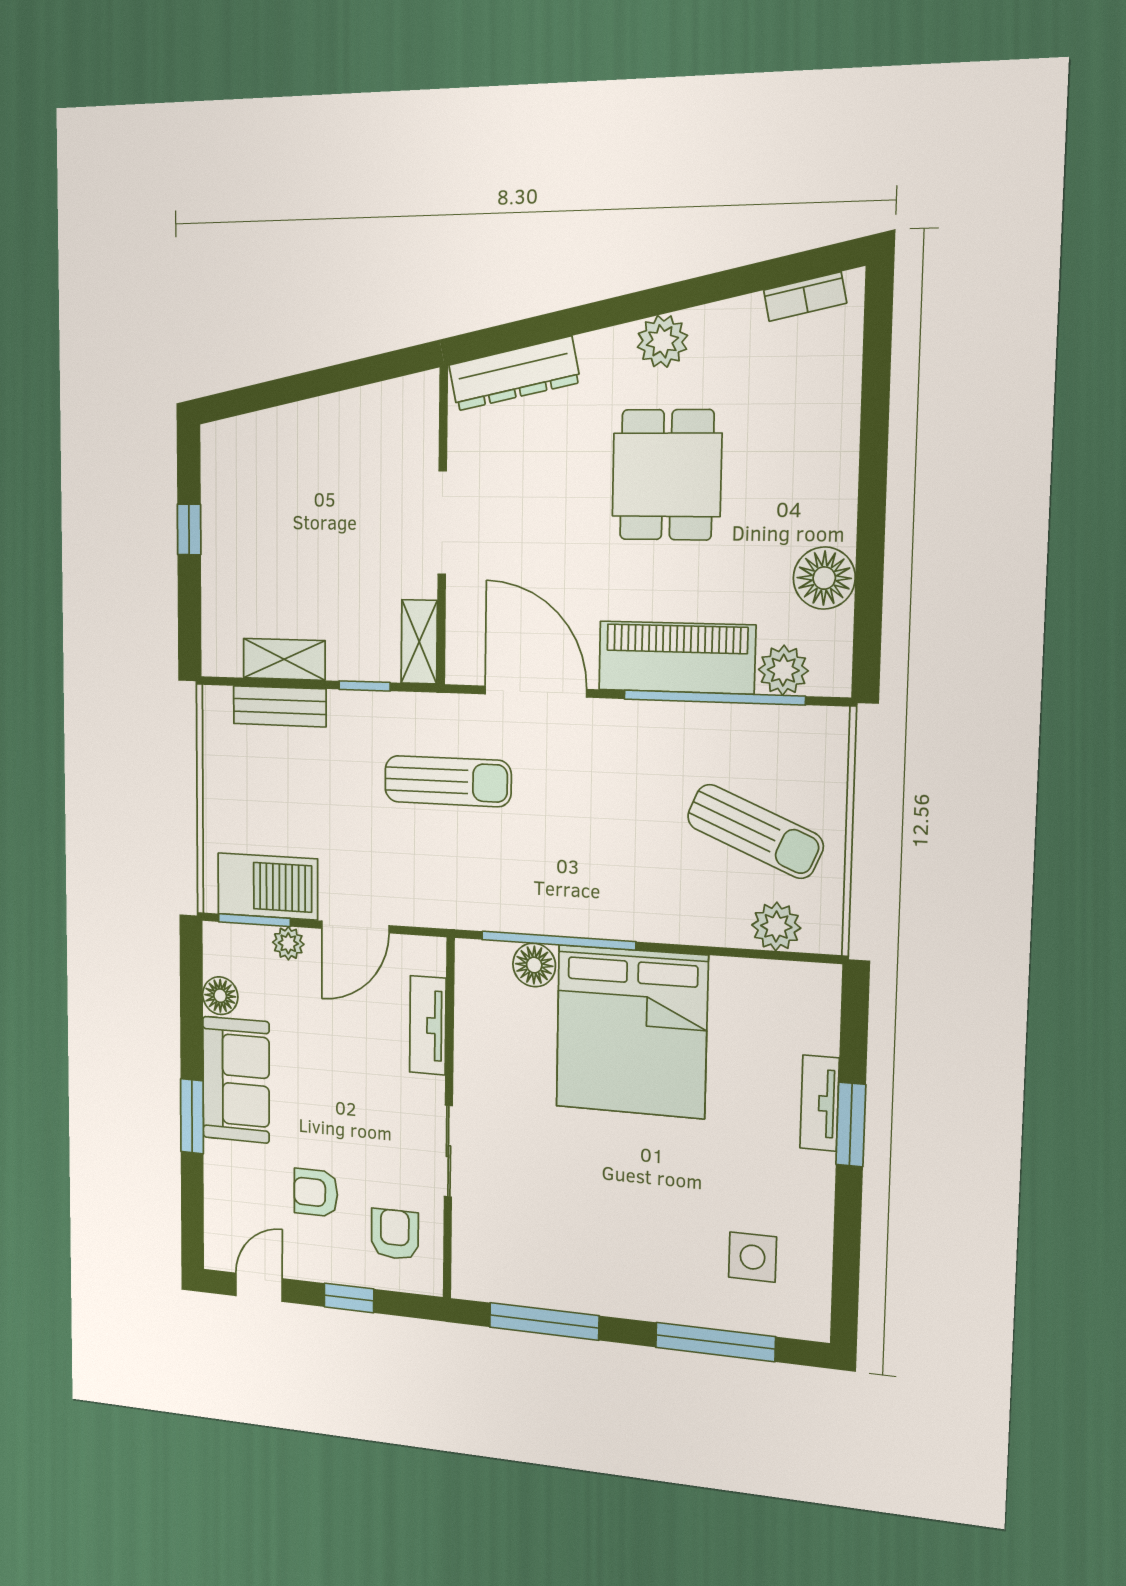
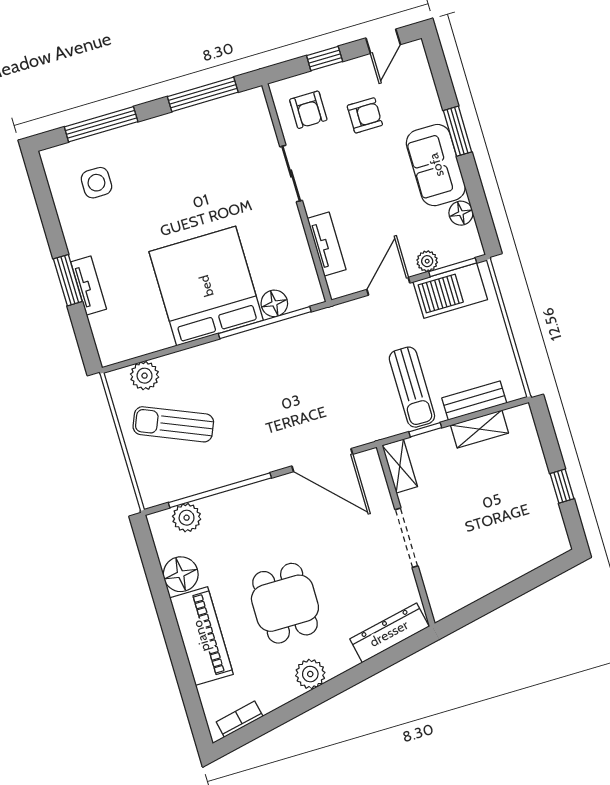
piano: (677, 657) -> (201, 636), moved, turned -90
sun lounger: (448, 781) -> (412, 387), moved, turned -90

